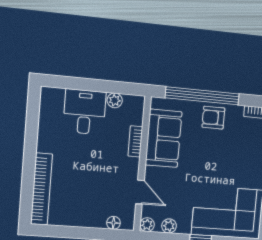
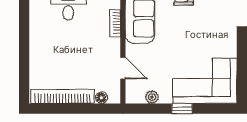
bookcase: (42, 189) -> (63, 96), moved, turned -90
plant: (147, 225) -> (132, 97), removed

